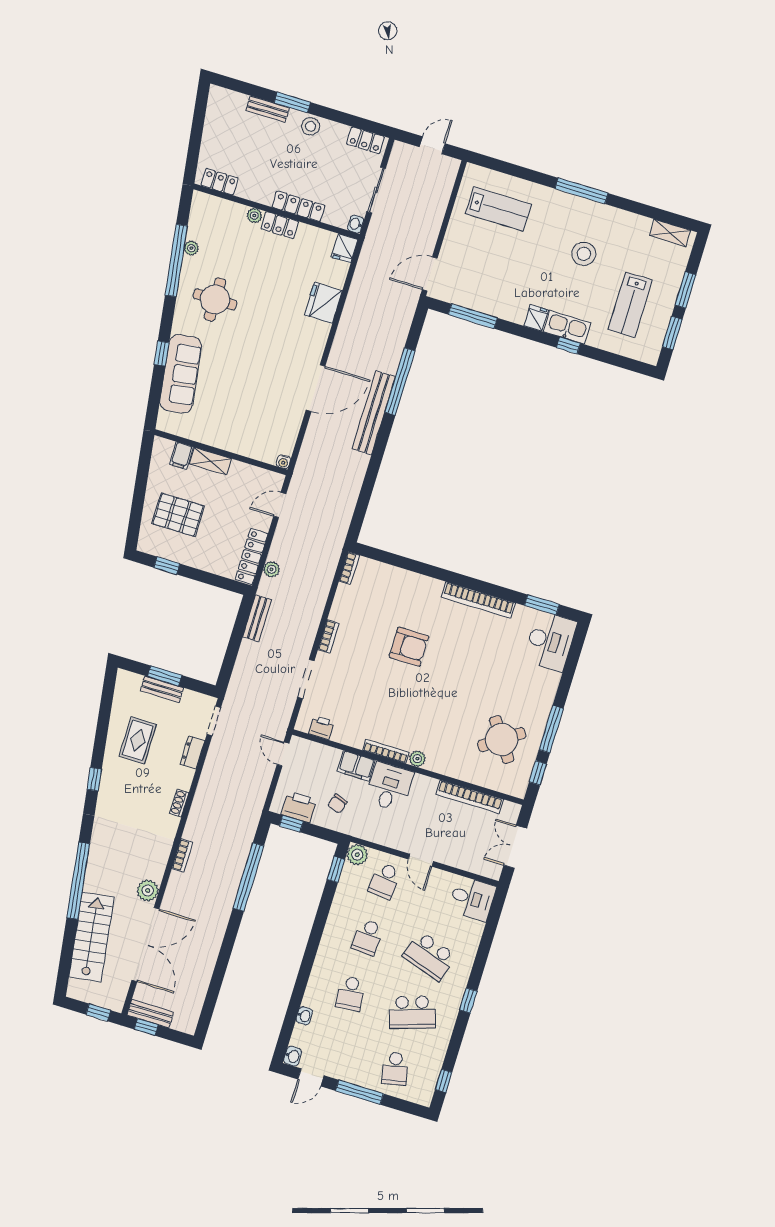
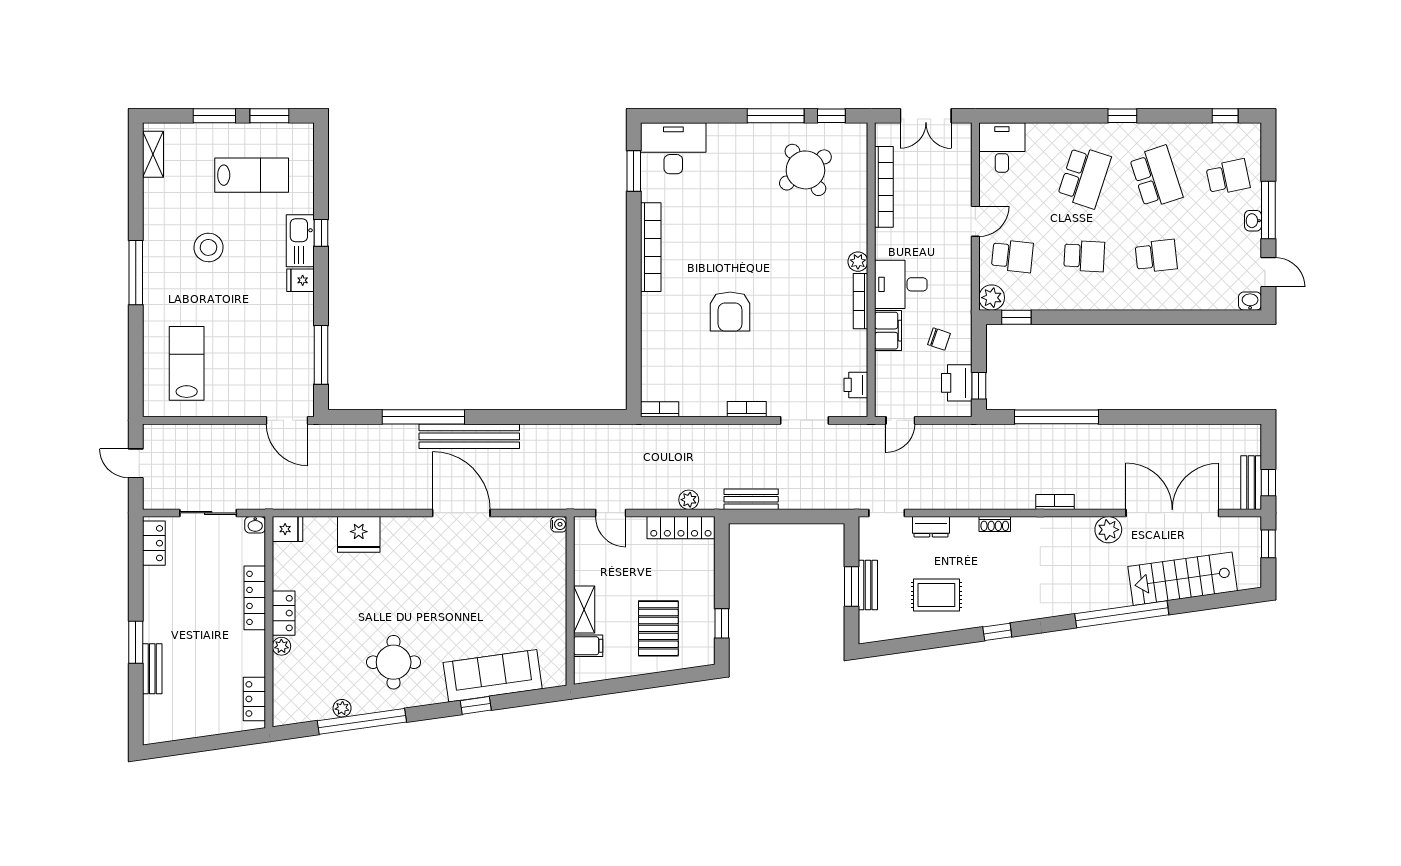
stool: (311, 126) -> (157, 612), removed
armchair: (409, 647) -> (730, 311), turned 180
washbasin: (304, 1016) -> (1253, 221), moved, turned -90

